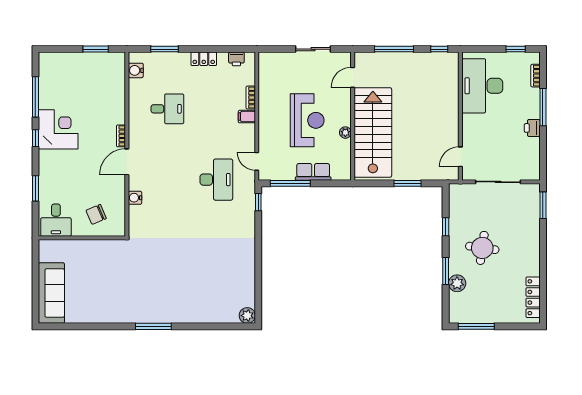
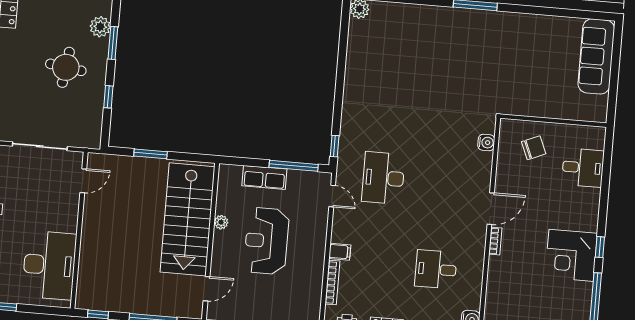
bookcase: (251, 98) -> (332, 283), width x1.56
window: (35, 188) -> (605, 186), removed
water cooler: (135, 198) -> (486, 142), moved
desk: (56, 220) -> (583, 168), moved, turned 90

